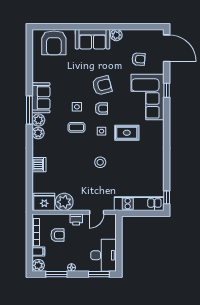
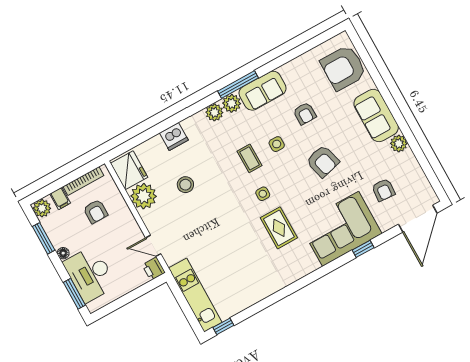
armchair: (101, 109) -> (305, 114), moved
stool: (100, 162) -> (185, 185), moved
printer: (76, 220) -> (154, 269), moved
desk: (104, 255) -> (90, 274), moved, turned 90

